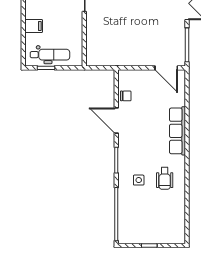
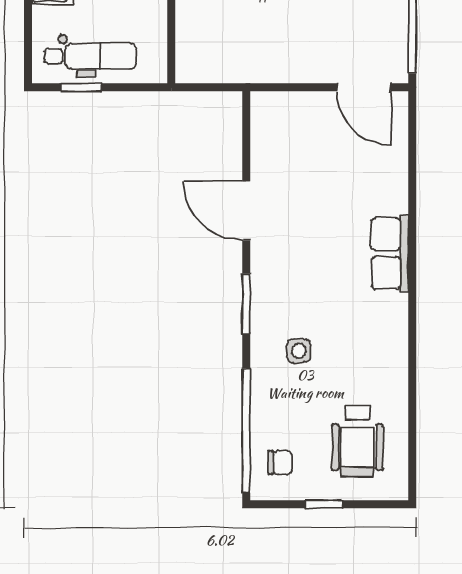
chair: (126, 96) -> (280, 463), moved
row of seats: (177, 131) -> (390, 254), width x0.68
wheelchair: (165, 178) -> (357, 441), moved, width x1.36, depth x1.37

